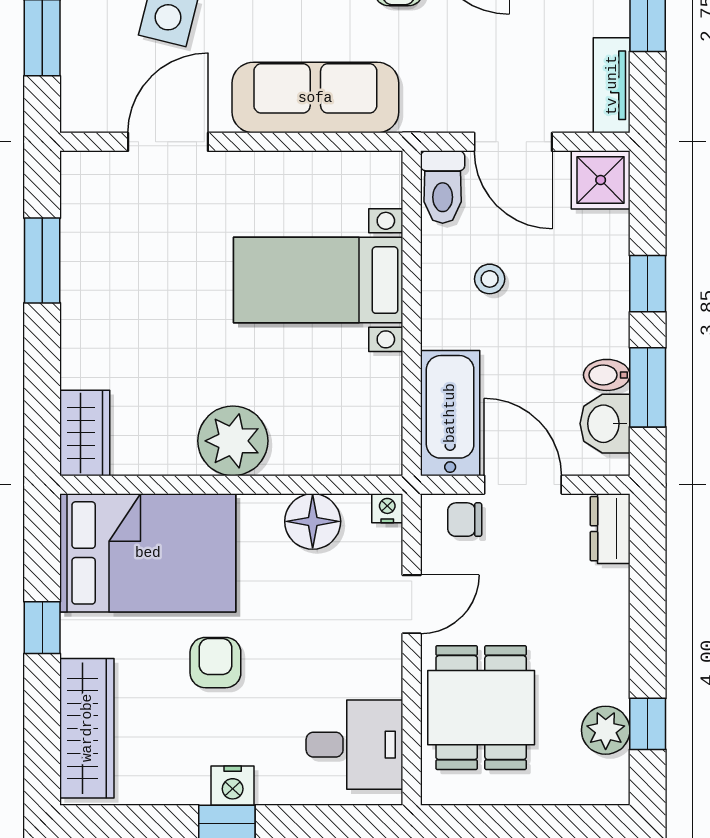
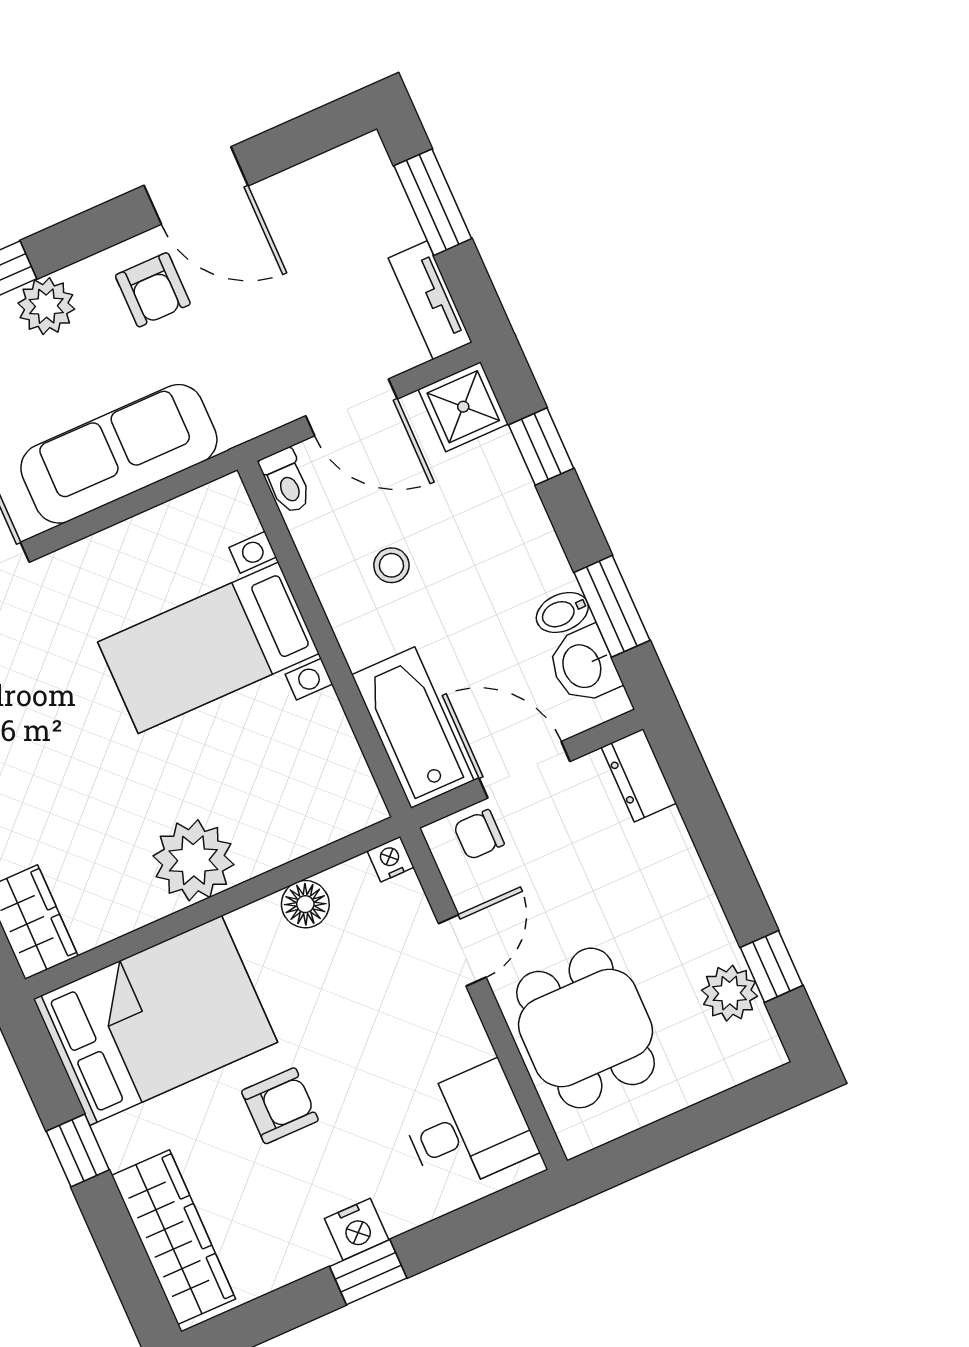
toilet: (443, 187) -> (286, 481), width x0.73, depth x0.72
window: (648, 284) -> (541, 447), moved
floor lamp: (313, 521) -> (305, 904), width x0.73, depth x0.73
armchair: (215, 663) -> (280, 1106), turned 90

